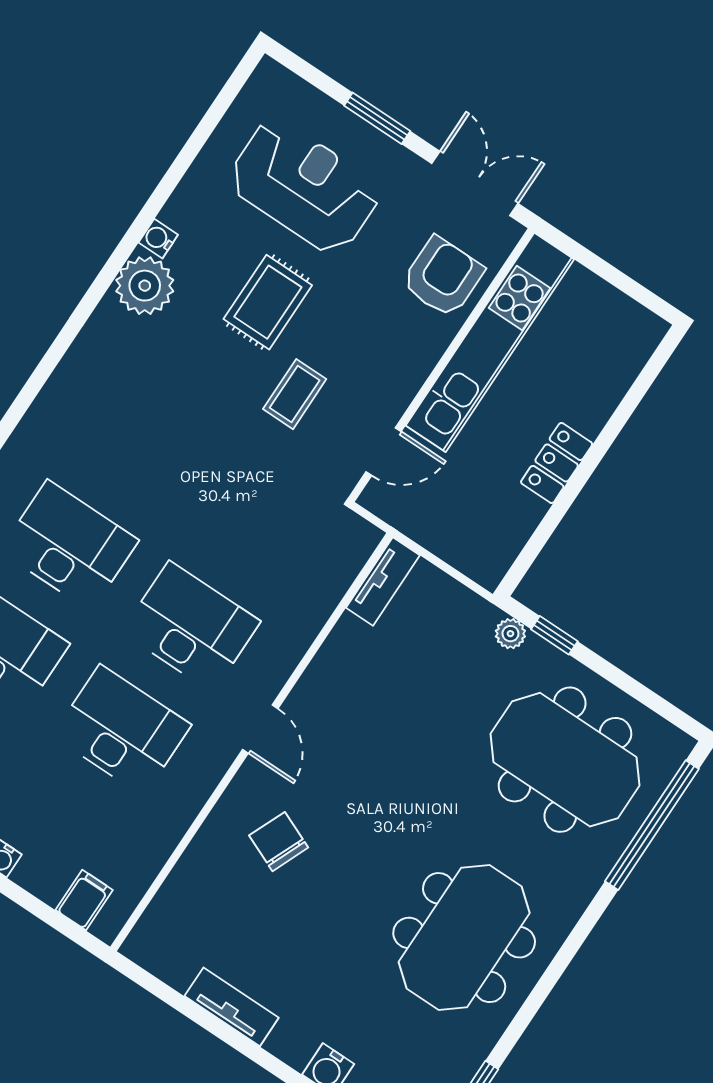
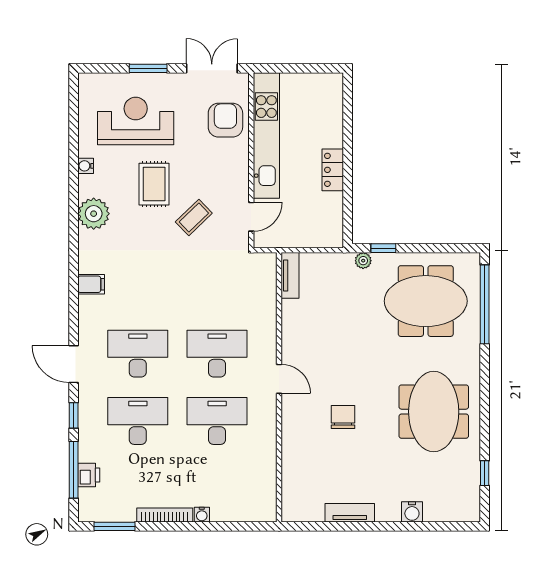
water cooler: (158, 239) -> (86, 166), moved
coffee table: (295, 394) -> (194, 217), turned 46
chair: (279, 842) -> (343, 417), moved, turned 67
filing cabinet: (84, 900) -> (91, 284), moved, turned 90

